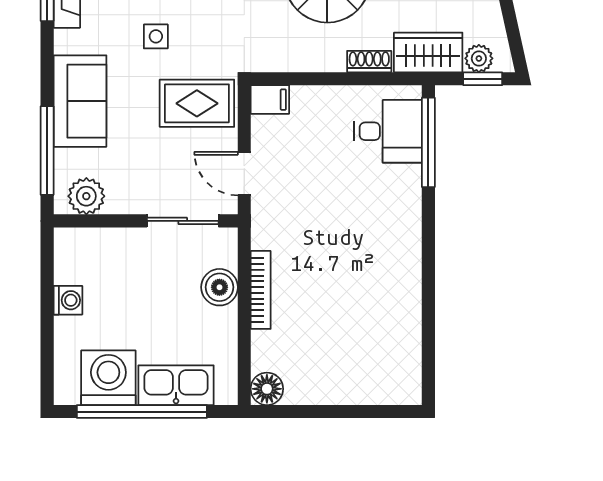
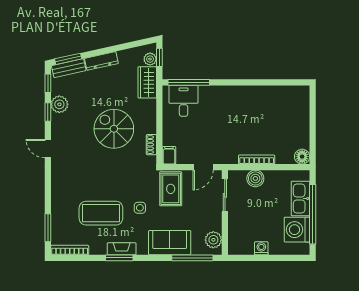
shoe rack: (369, 62) -> (151, 145), moved

